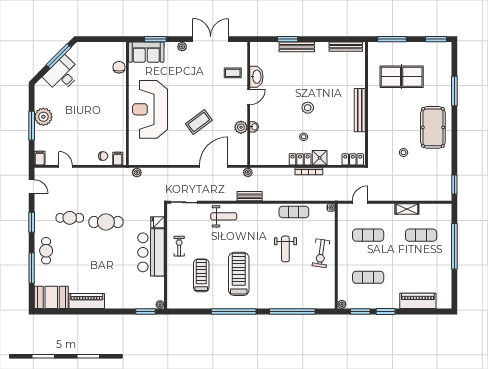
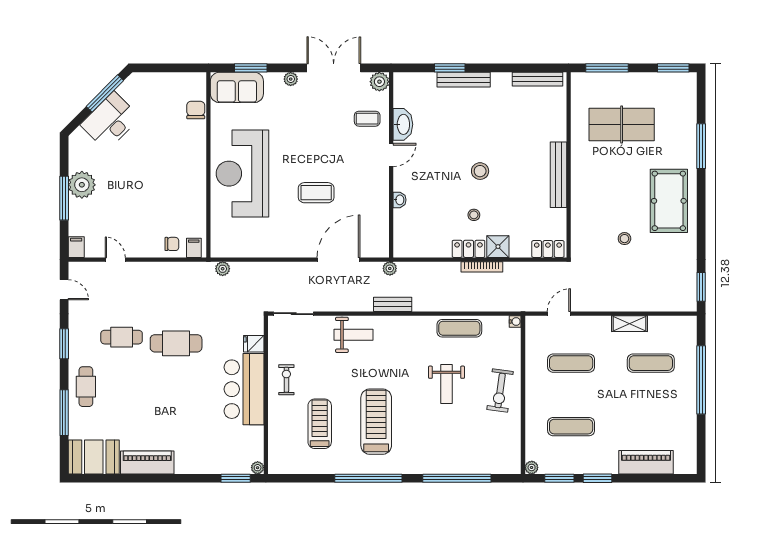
coffee table: (199, 122) -> (316, 193), turned 37
plant: (241, 127) -> (379, 82), moved

